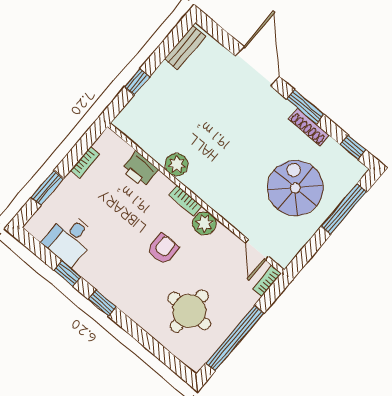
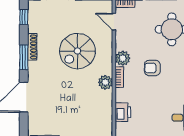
plant: (177, 165) -> (105, 82), moved
spiral stairs: (295, 188) -> (77, 51), moved
door: (257, 250) -> (114, 22), swing flipped

